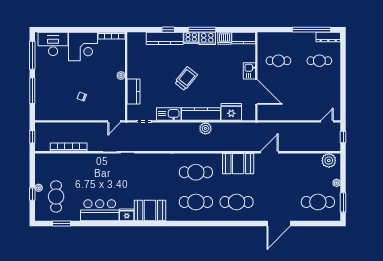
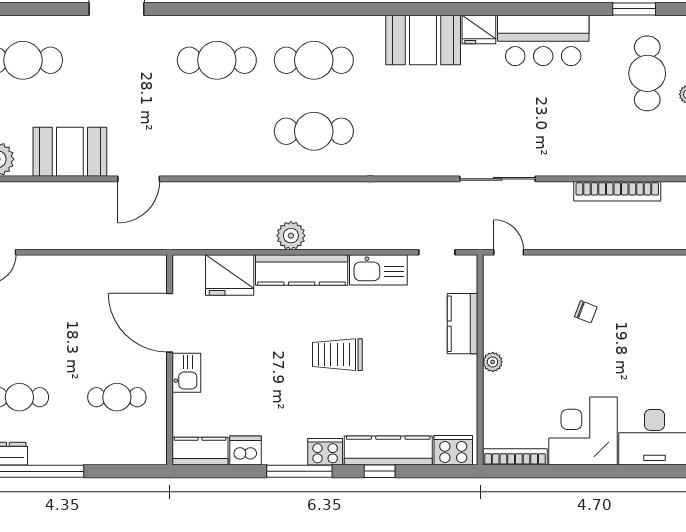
cooker: (207, 38) -> (453, 450), moved
trolley: (186, 79) -> (337, 355), turned 51
door: (114, 121) -> (509, 252), hinge flipped
booth: (238, 164) -> (70, 152), moved

